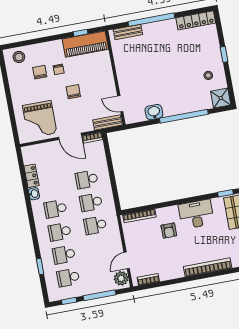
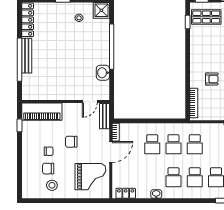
bench: (128, 32) -> (27, 56), moved, width x1.36
piano: (85, 44) -> (42, 112), moved, turned 90
stool: (19, 57) -> (52, 185), moved
locker: (31, 176) -> (126, 193), moved
desk: (196, 214) -> (202, 52), removed

